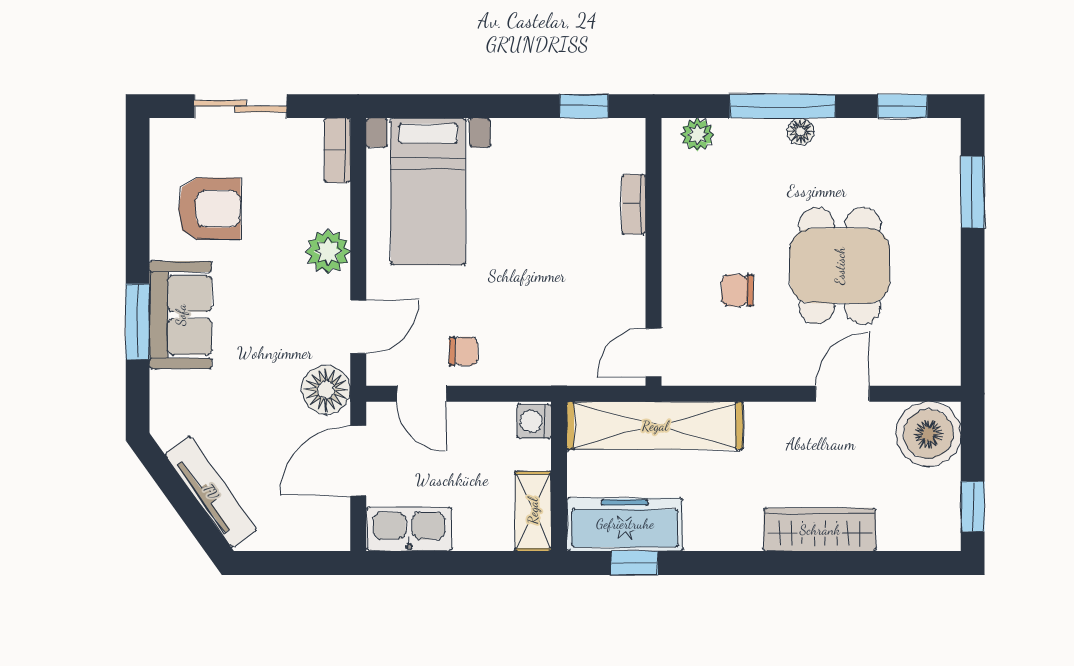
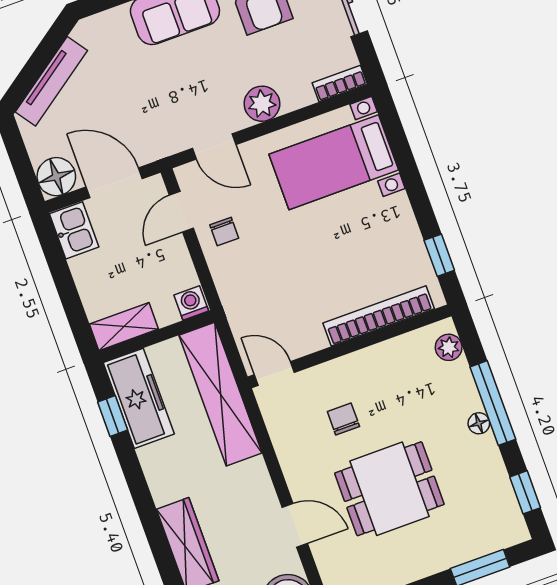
bookcase: (634, 204) -> (379, 316), width x2.31, depth x1.31
floor lamp: (326, 390) -> (56, 177), moved
kitchen sink: (409, 529) -> (74, 230), width x0.73

